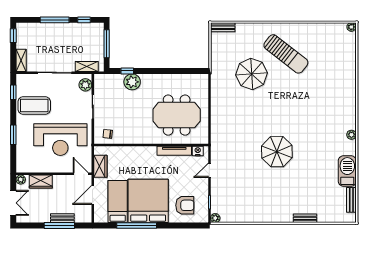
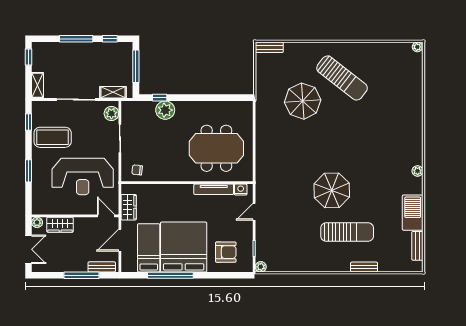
sun lounger: (290, 188) -> (347, 232), added
bench: (62, 218) -> (102, 267), moved

